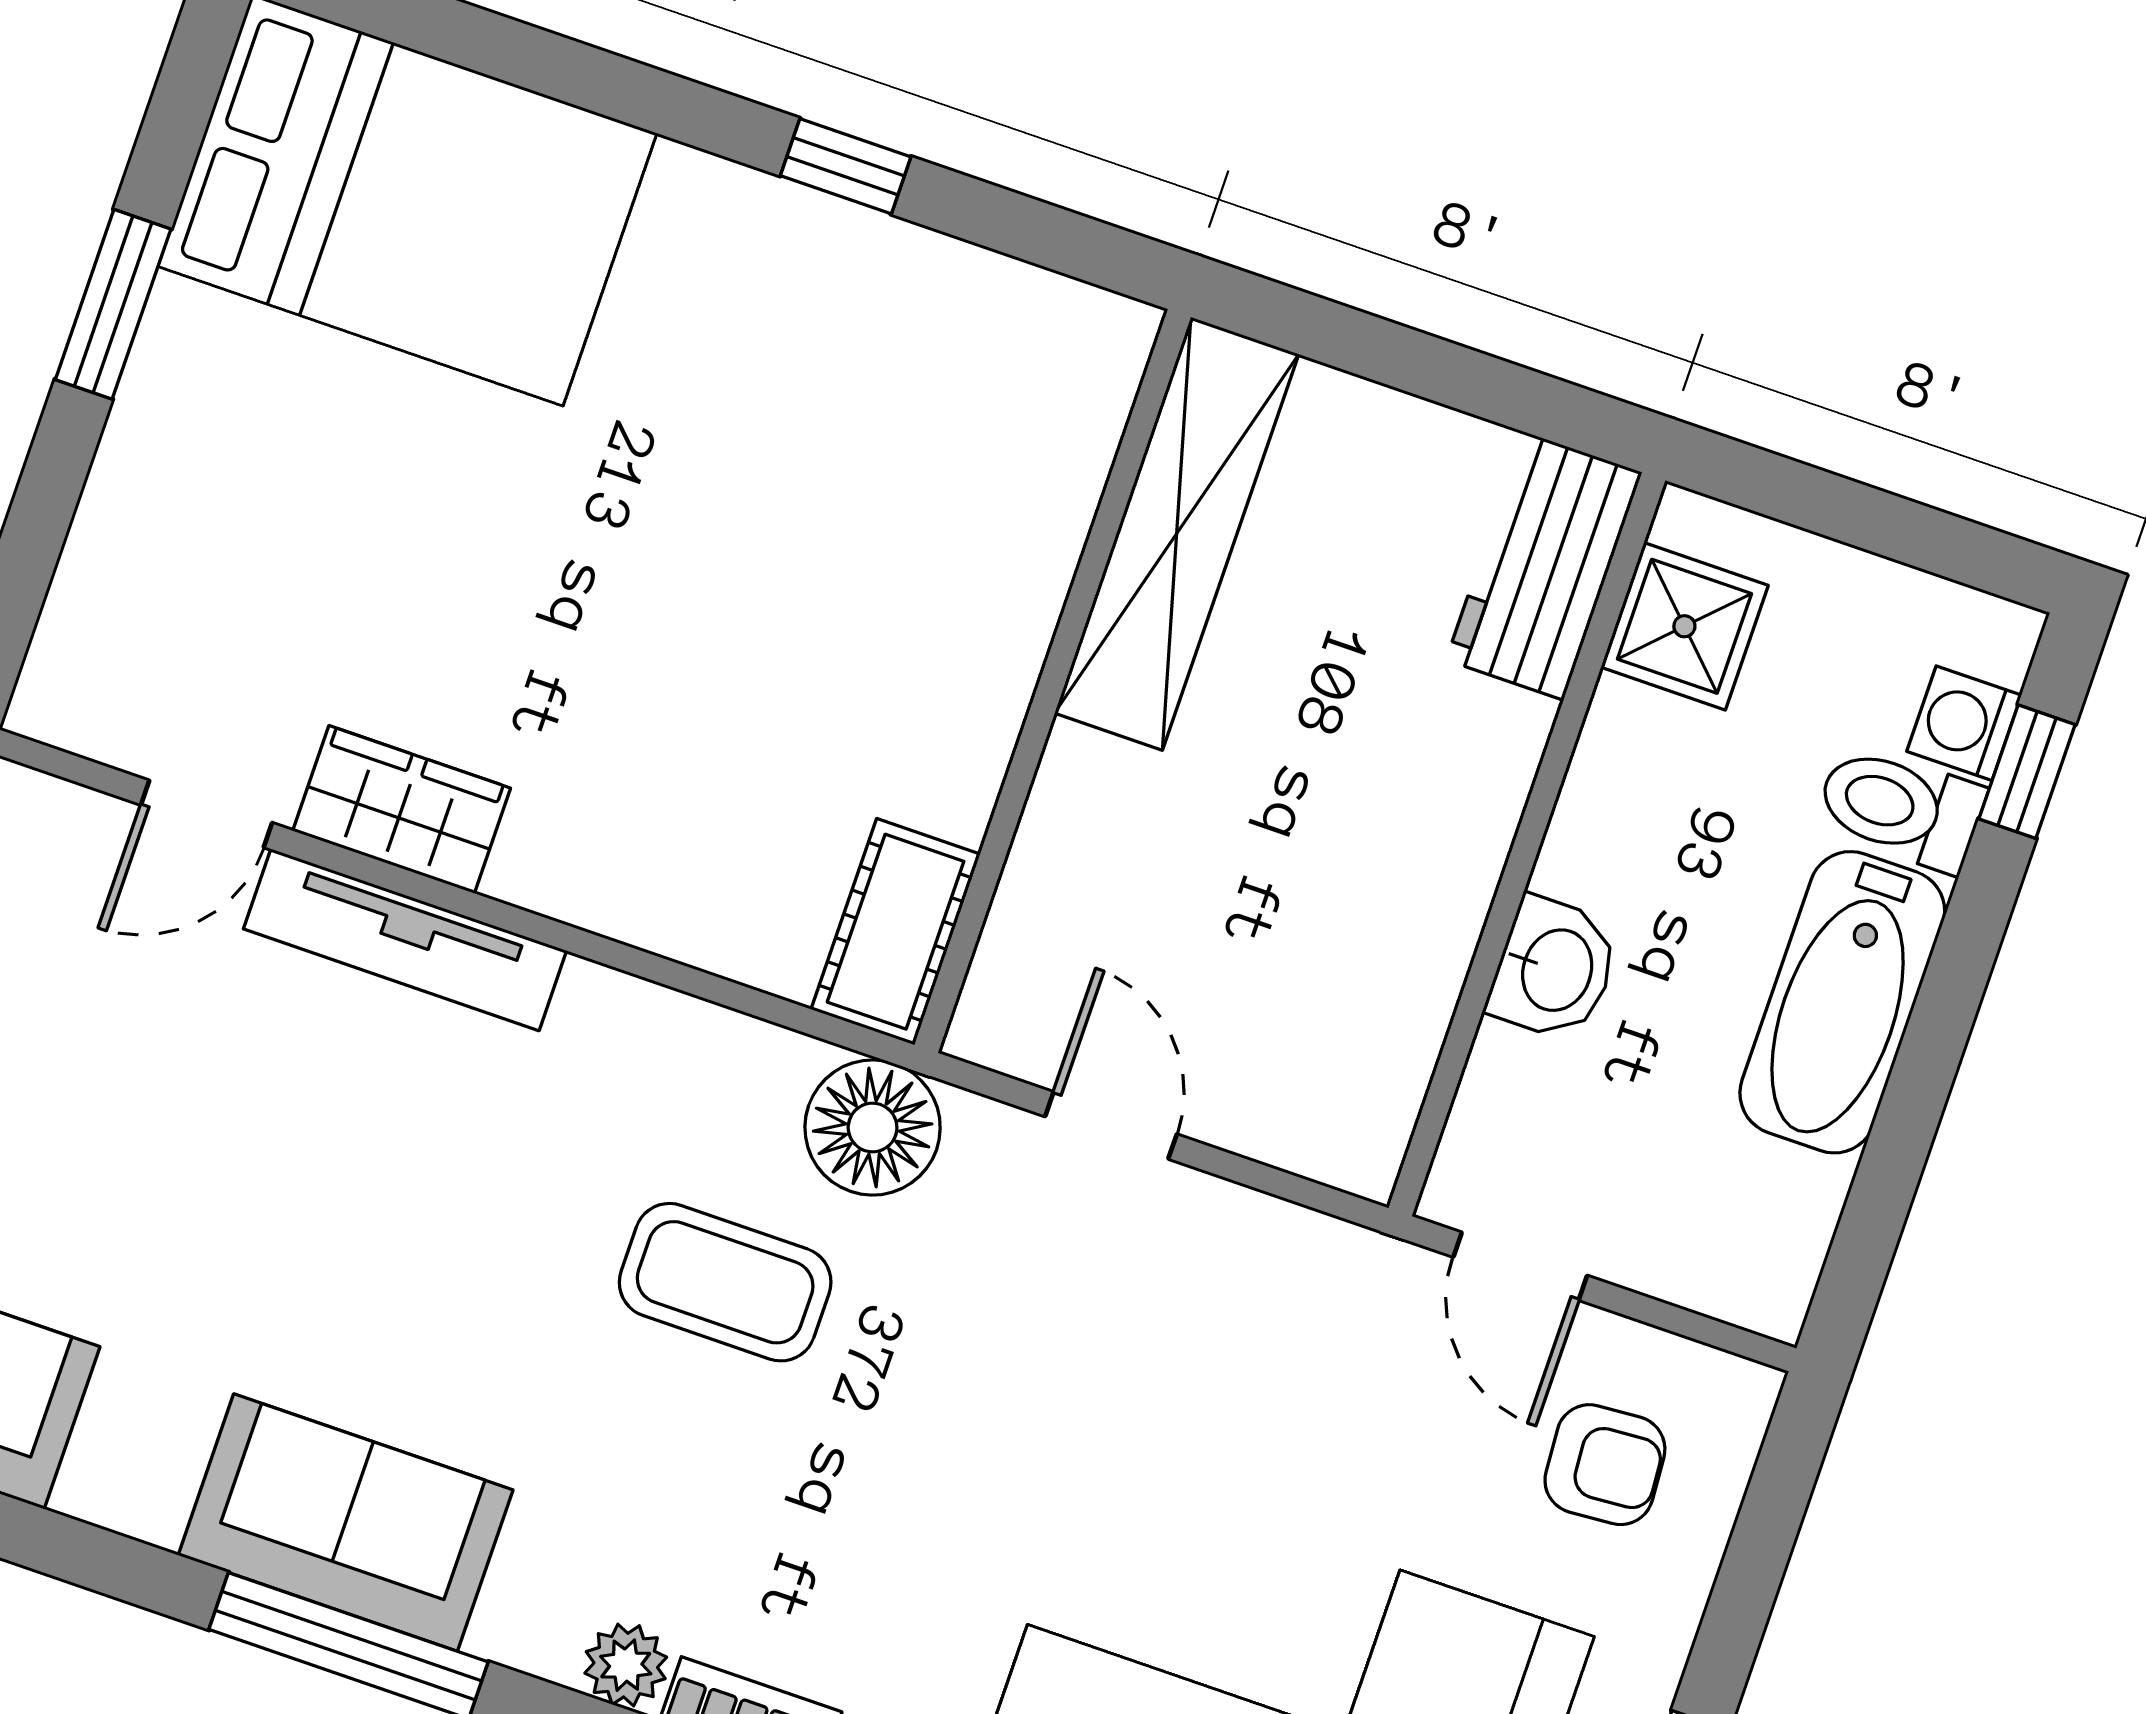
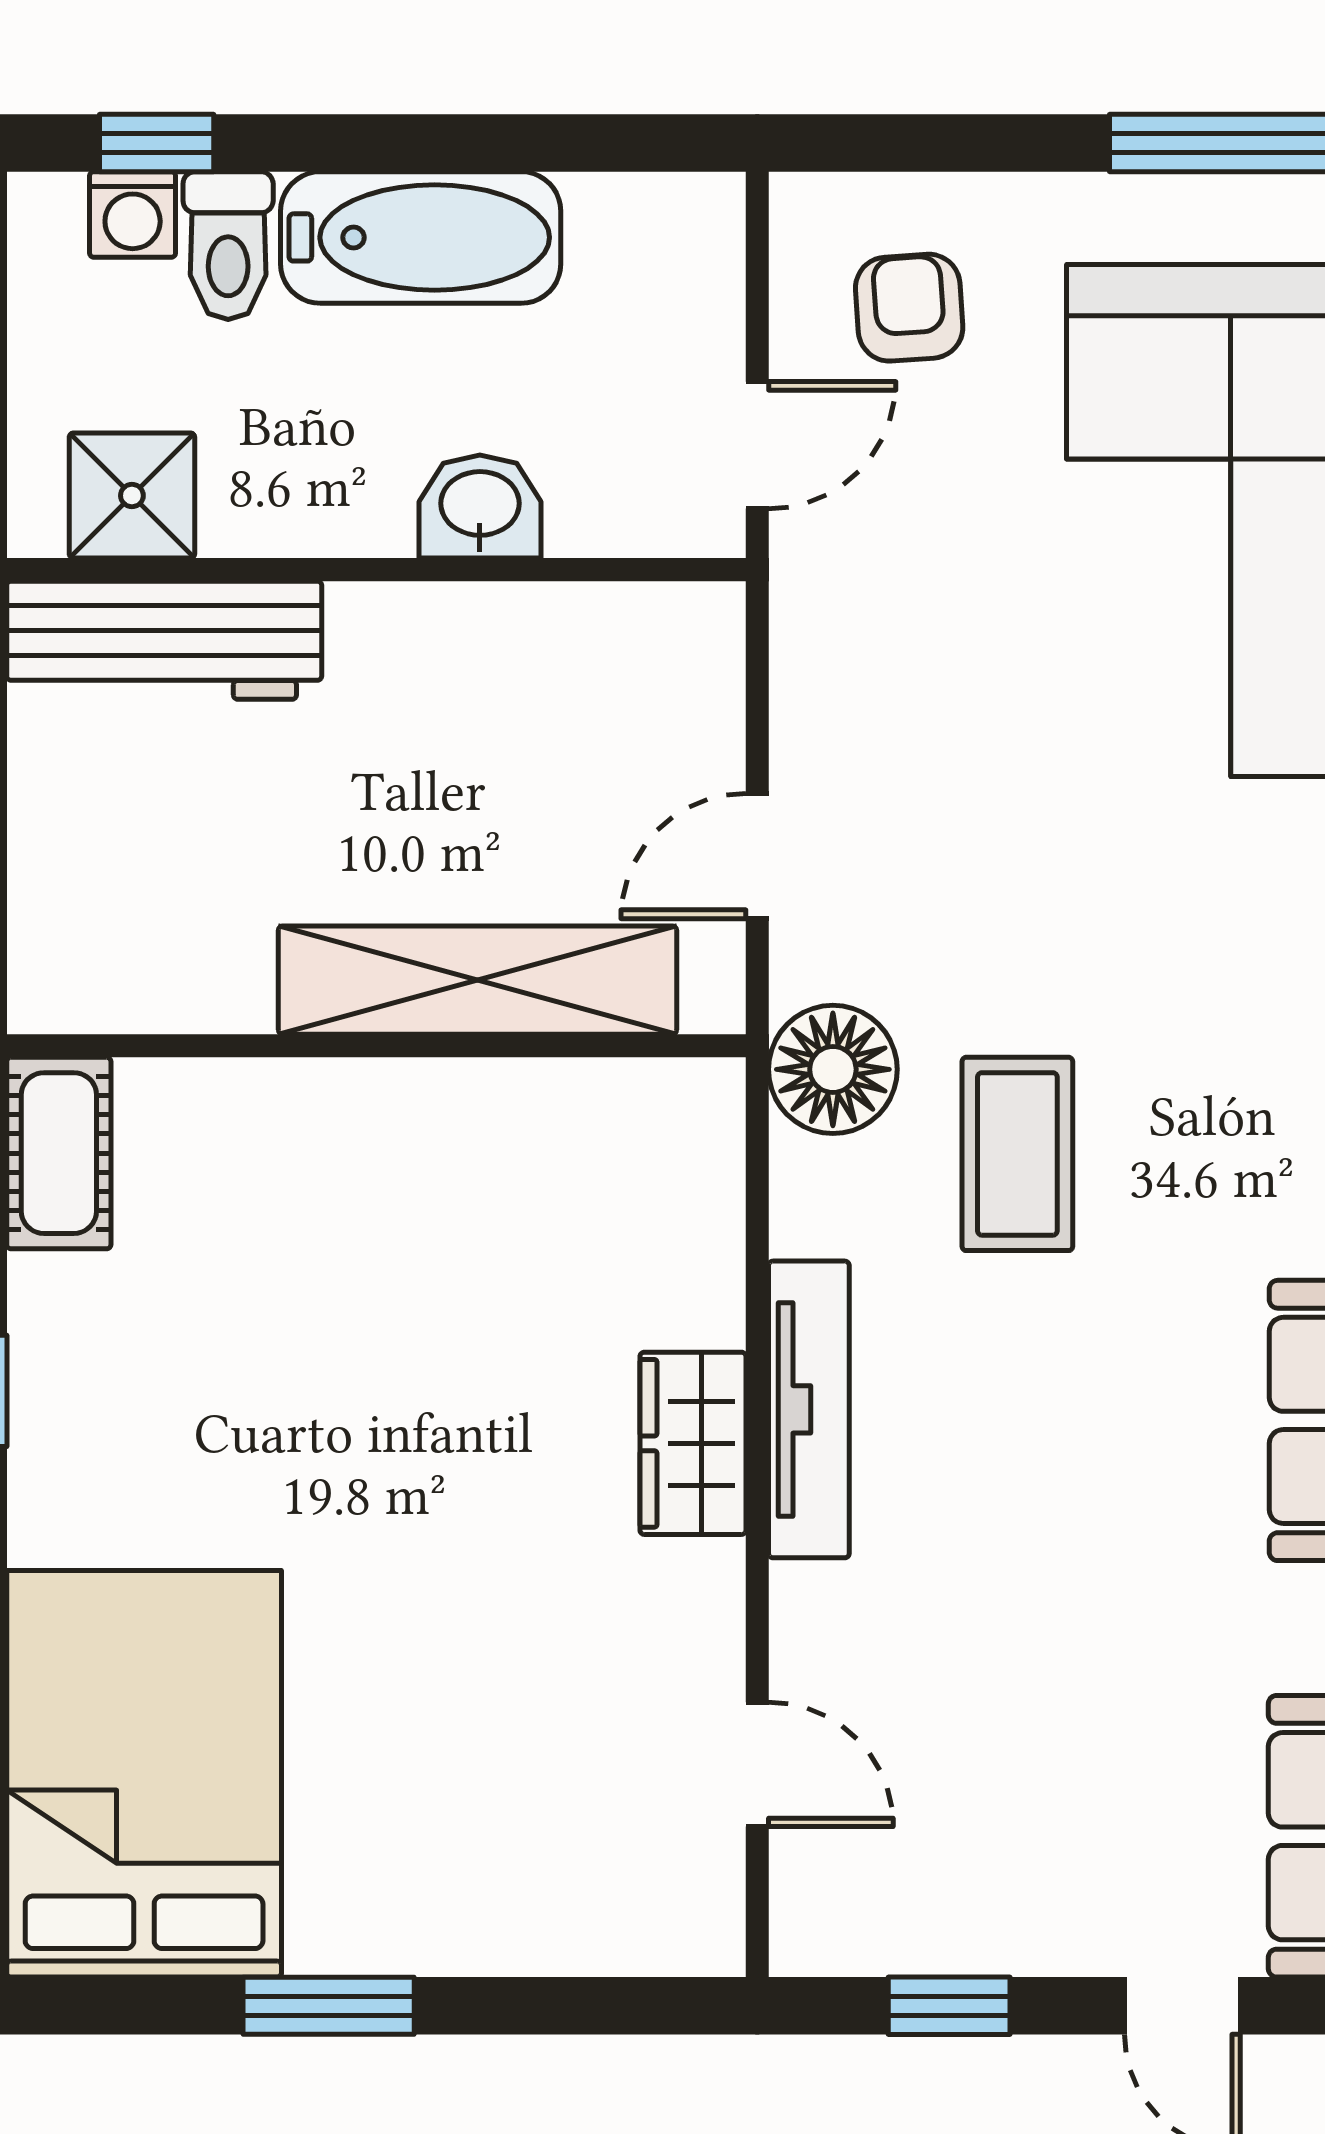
shelving: (1177, 534) -> (477, 980), moved
workbench: (1544, 566) -> (164, 640), width x1.38
wardrobe: (402, 809) -> (693, 1443), moved
cot: (896, 932) -> (59, 1153), moved, turned 90
tv unit: (405, 940) -> (809, 1409), moved

